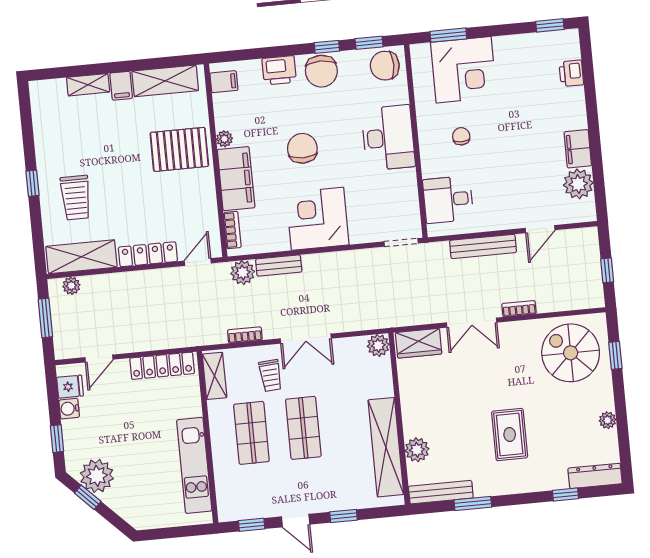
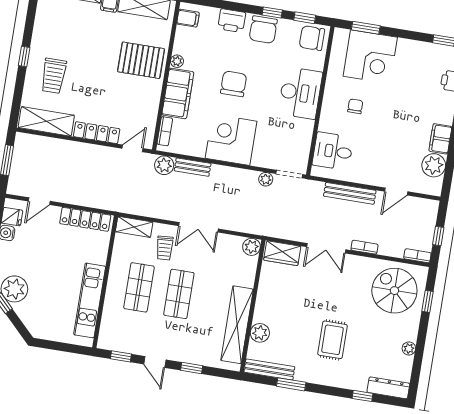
plant: (71, 286) -> (266, 179), moved
bookcase: (245, 335) -> (417, 256), moved
shelving: (215, 376) -> (134, 227), moved, turned 90

